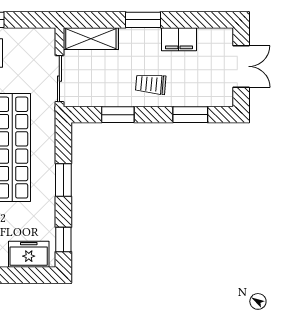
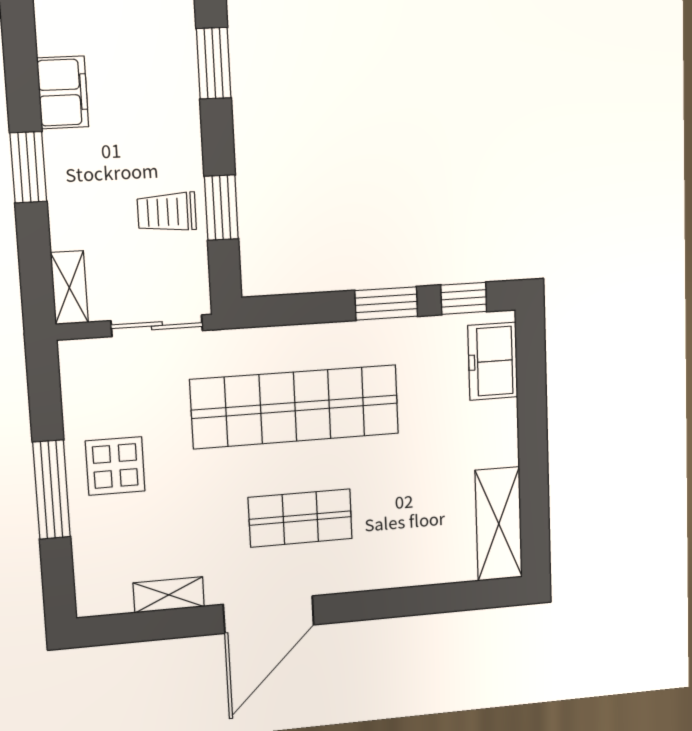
shelving: (91, 39) -> (69, 288), width x0.67, depth x0.75
trolley: (151, 84) -> (167, 212), moved, turned 85
window: (63, 180) -> (386, 303), moved

